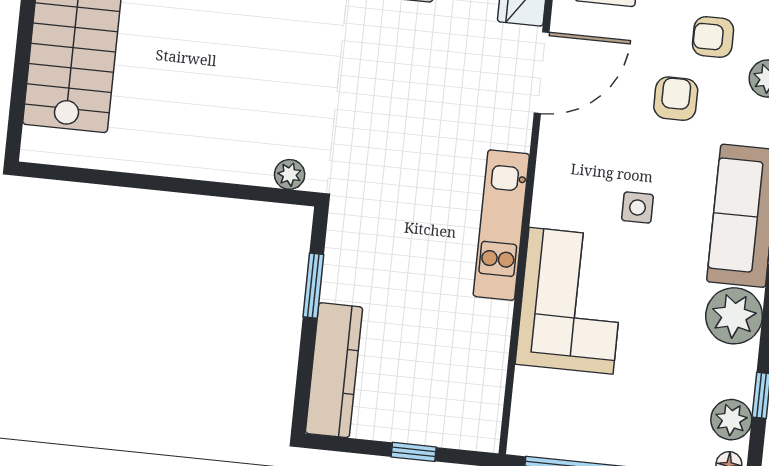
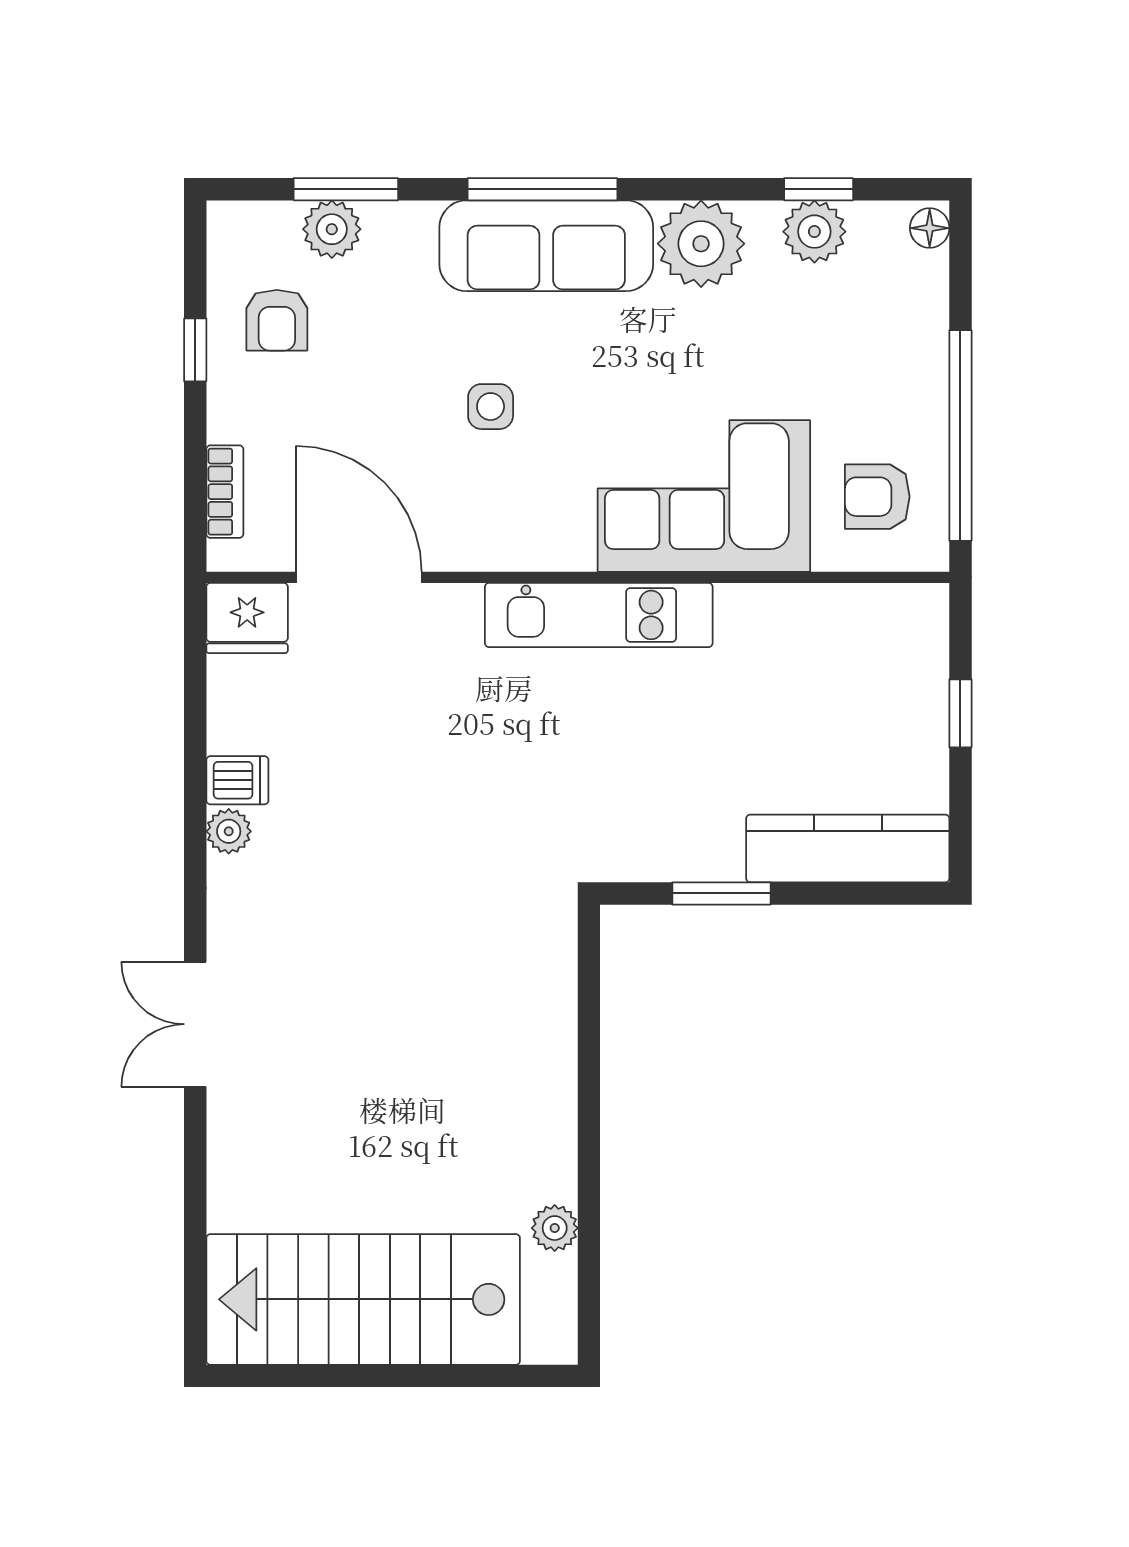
armchair: (676, 99) -> (877, 497), moved
plant: (290, 174) -> (555, 1228), moved
side table: (637, 208) -> (491, 407), moved
plant: (731, 420) -> (814, 232), moved

